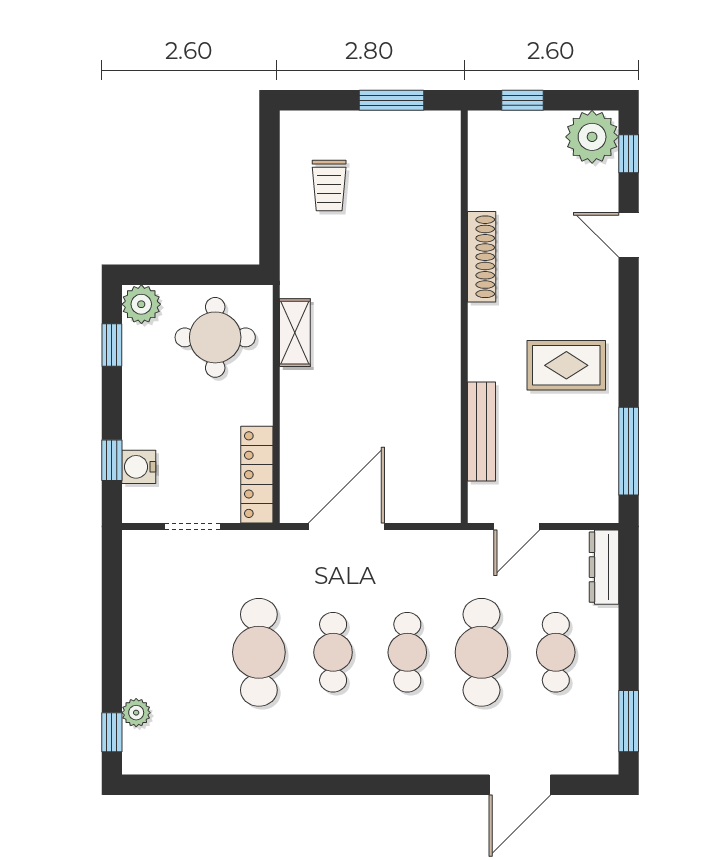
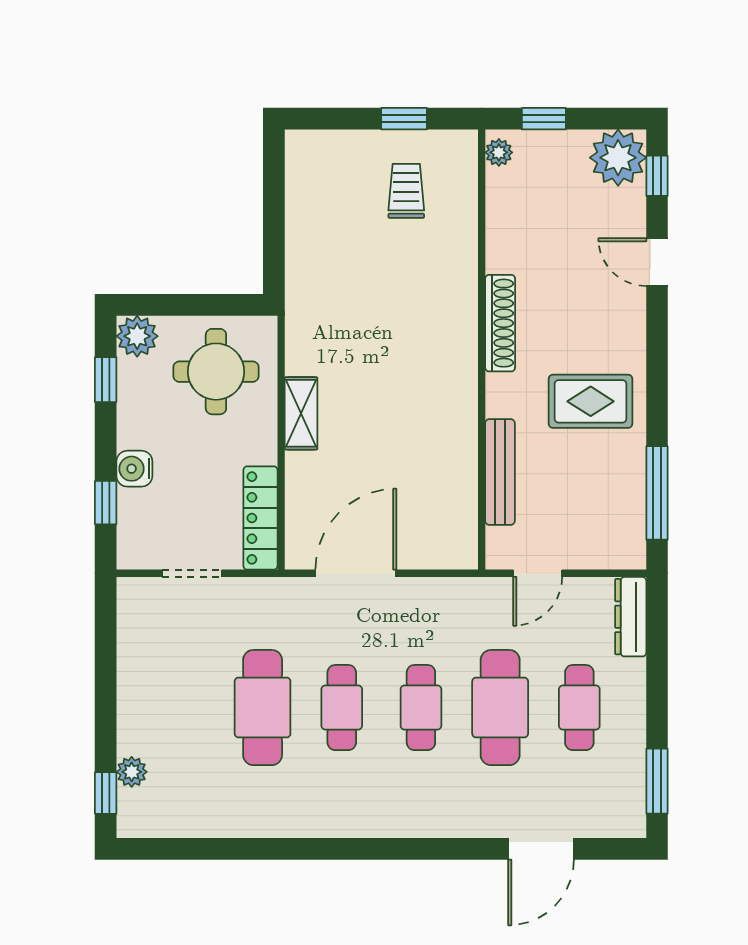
window: (392, 100) -> (404, 119), width x0.67
plant: (480, 132) -> (499, 152), added
trolley: (329, 186) -> (406, 191), moved, turned 180
shoe rack: (482, 257) -> (500, 323), moved
shelving: (295, 333) -> (301, 413), moved
water cooler: (139, 467) -> (134, 469), moved

